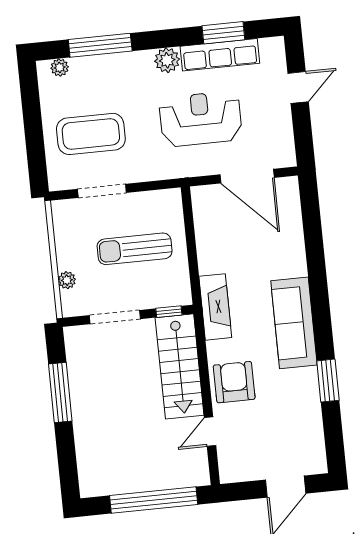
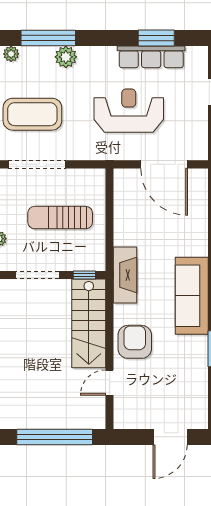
plant: (167, 60) -> (66, 57), moved
doorway: (102, 191) -> (37, 164), width x1.36

